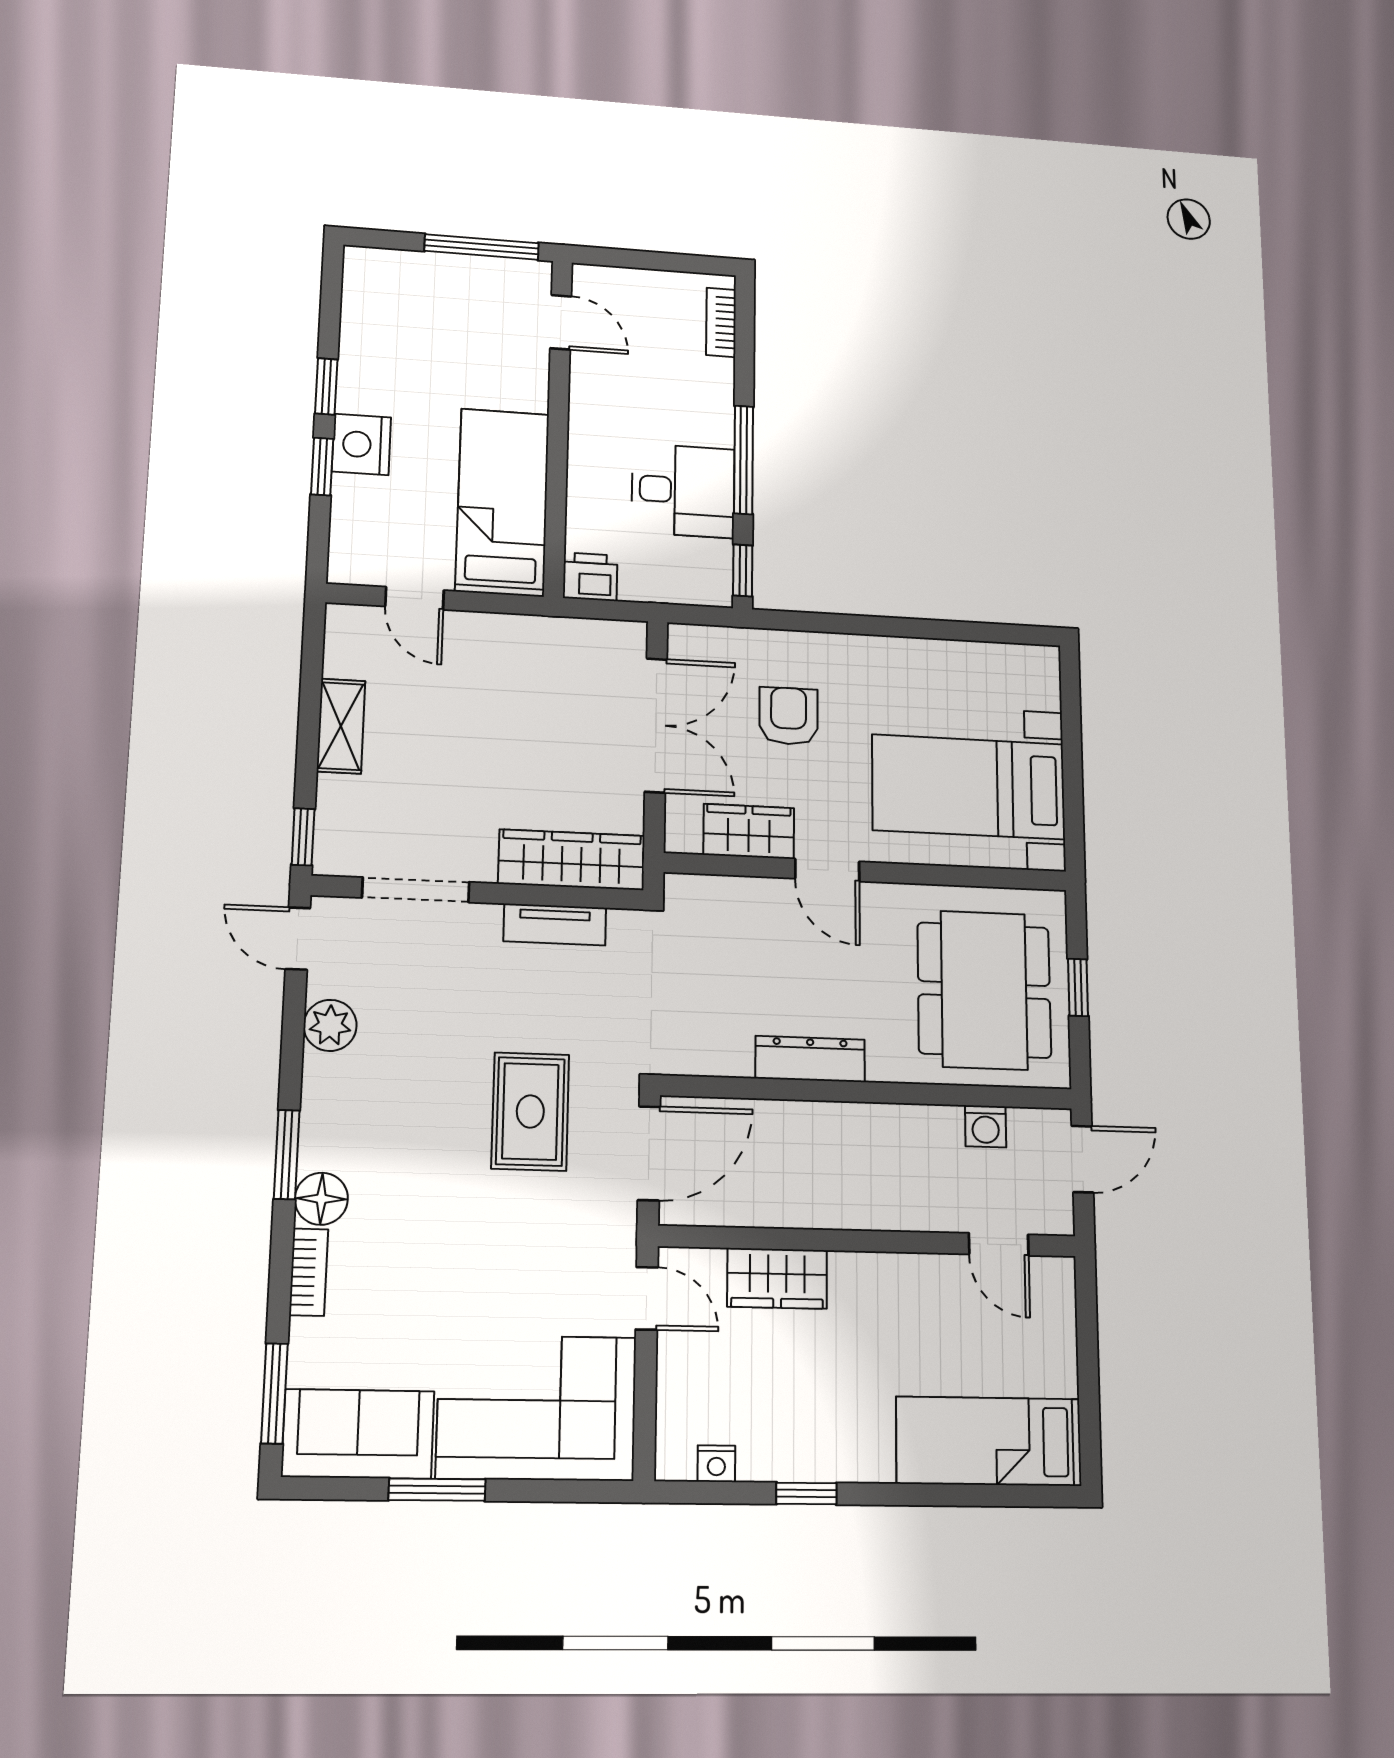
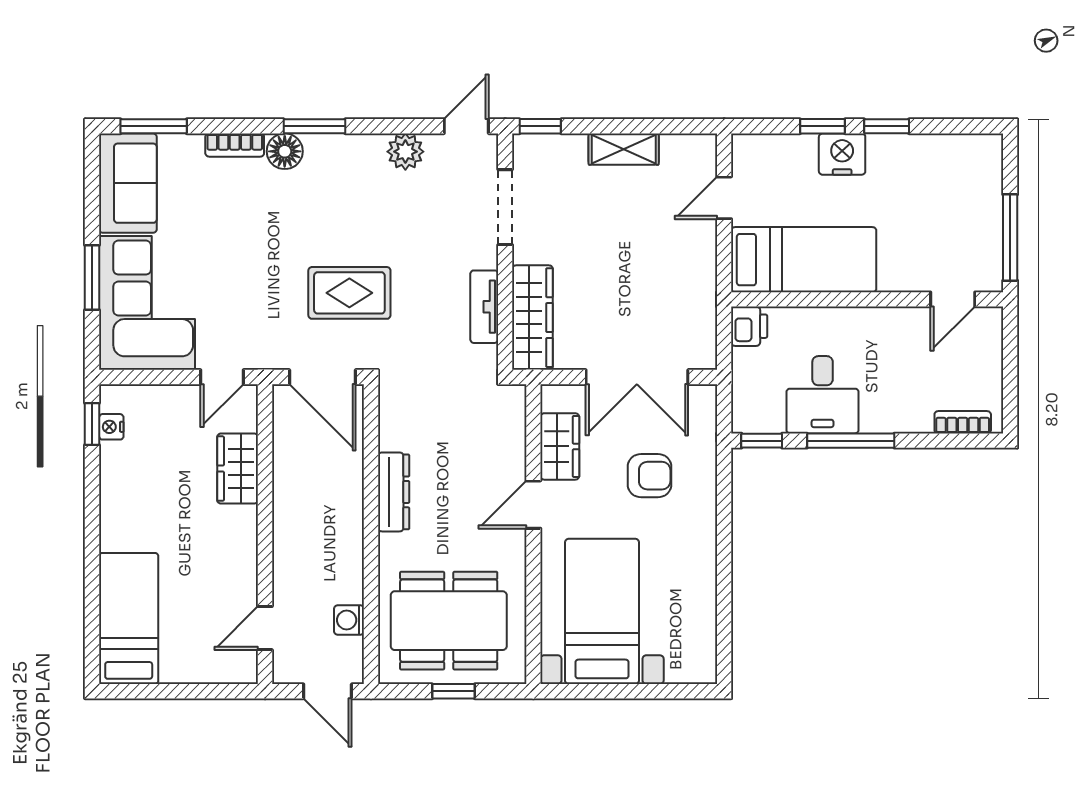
window: (437, 1490) -> (92, 278), moved
window: (806, 1494) -> (92, 424), moved

